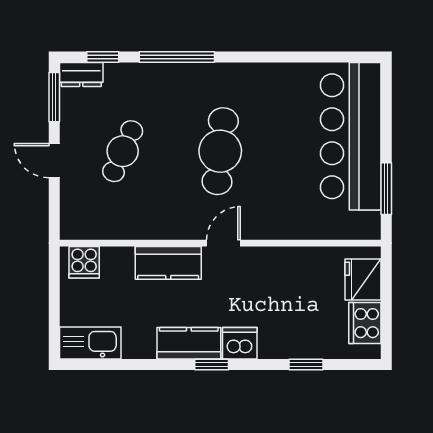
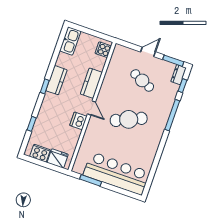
cafe table: (220, 151) -> (129, 119), turned -30
dishwasher: (240, 343) -> (78, 121), moved, turned 180

